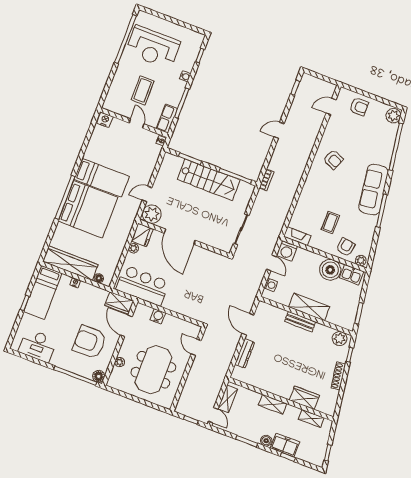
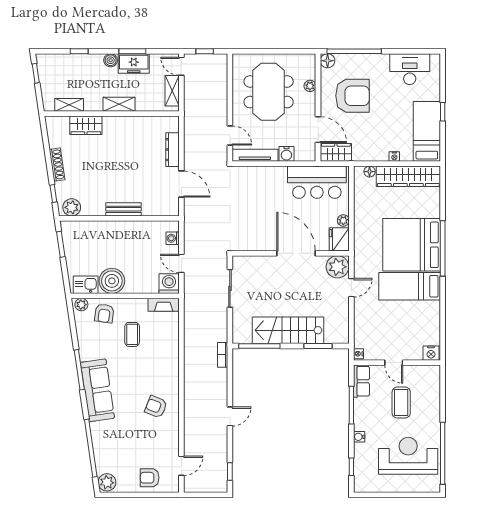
shelving: (309, 307) -> (120, 230), removed
tv unit: (183, 325) -> (255, 155), added
freezer: (285, 445) -> (134, 63), moved

